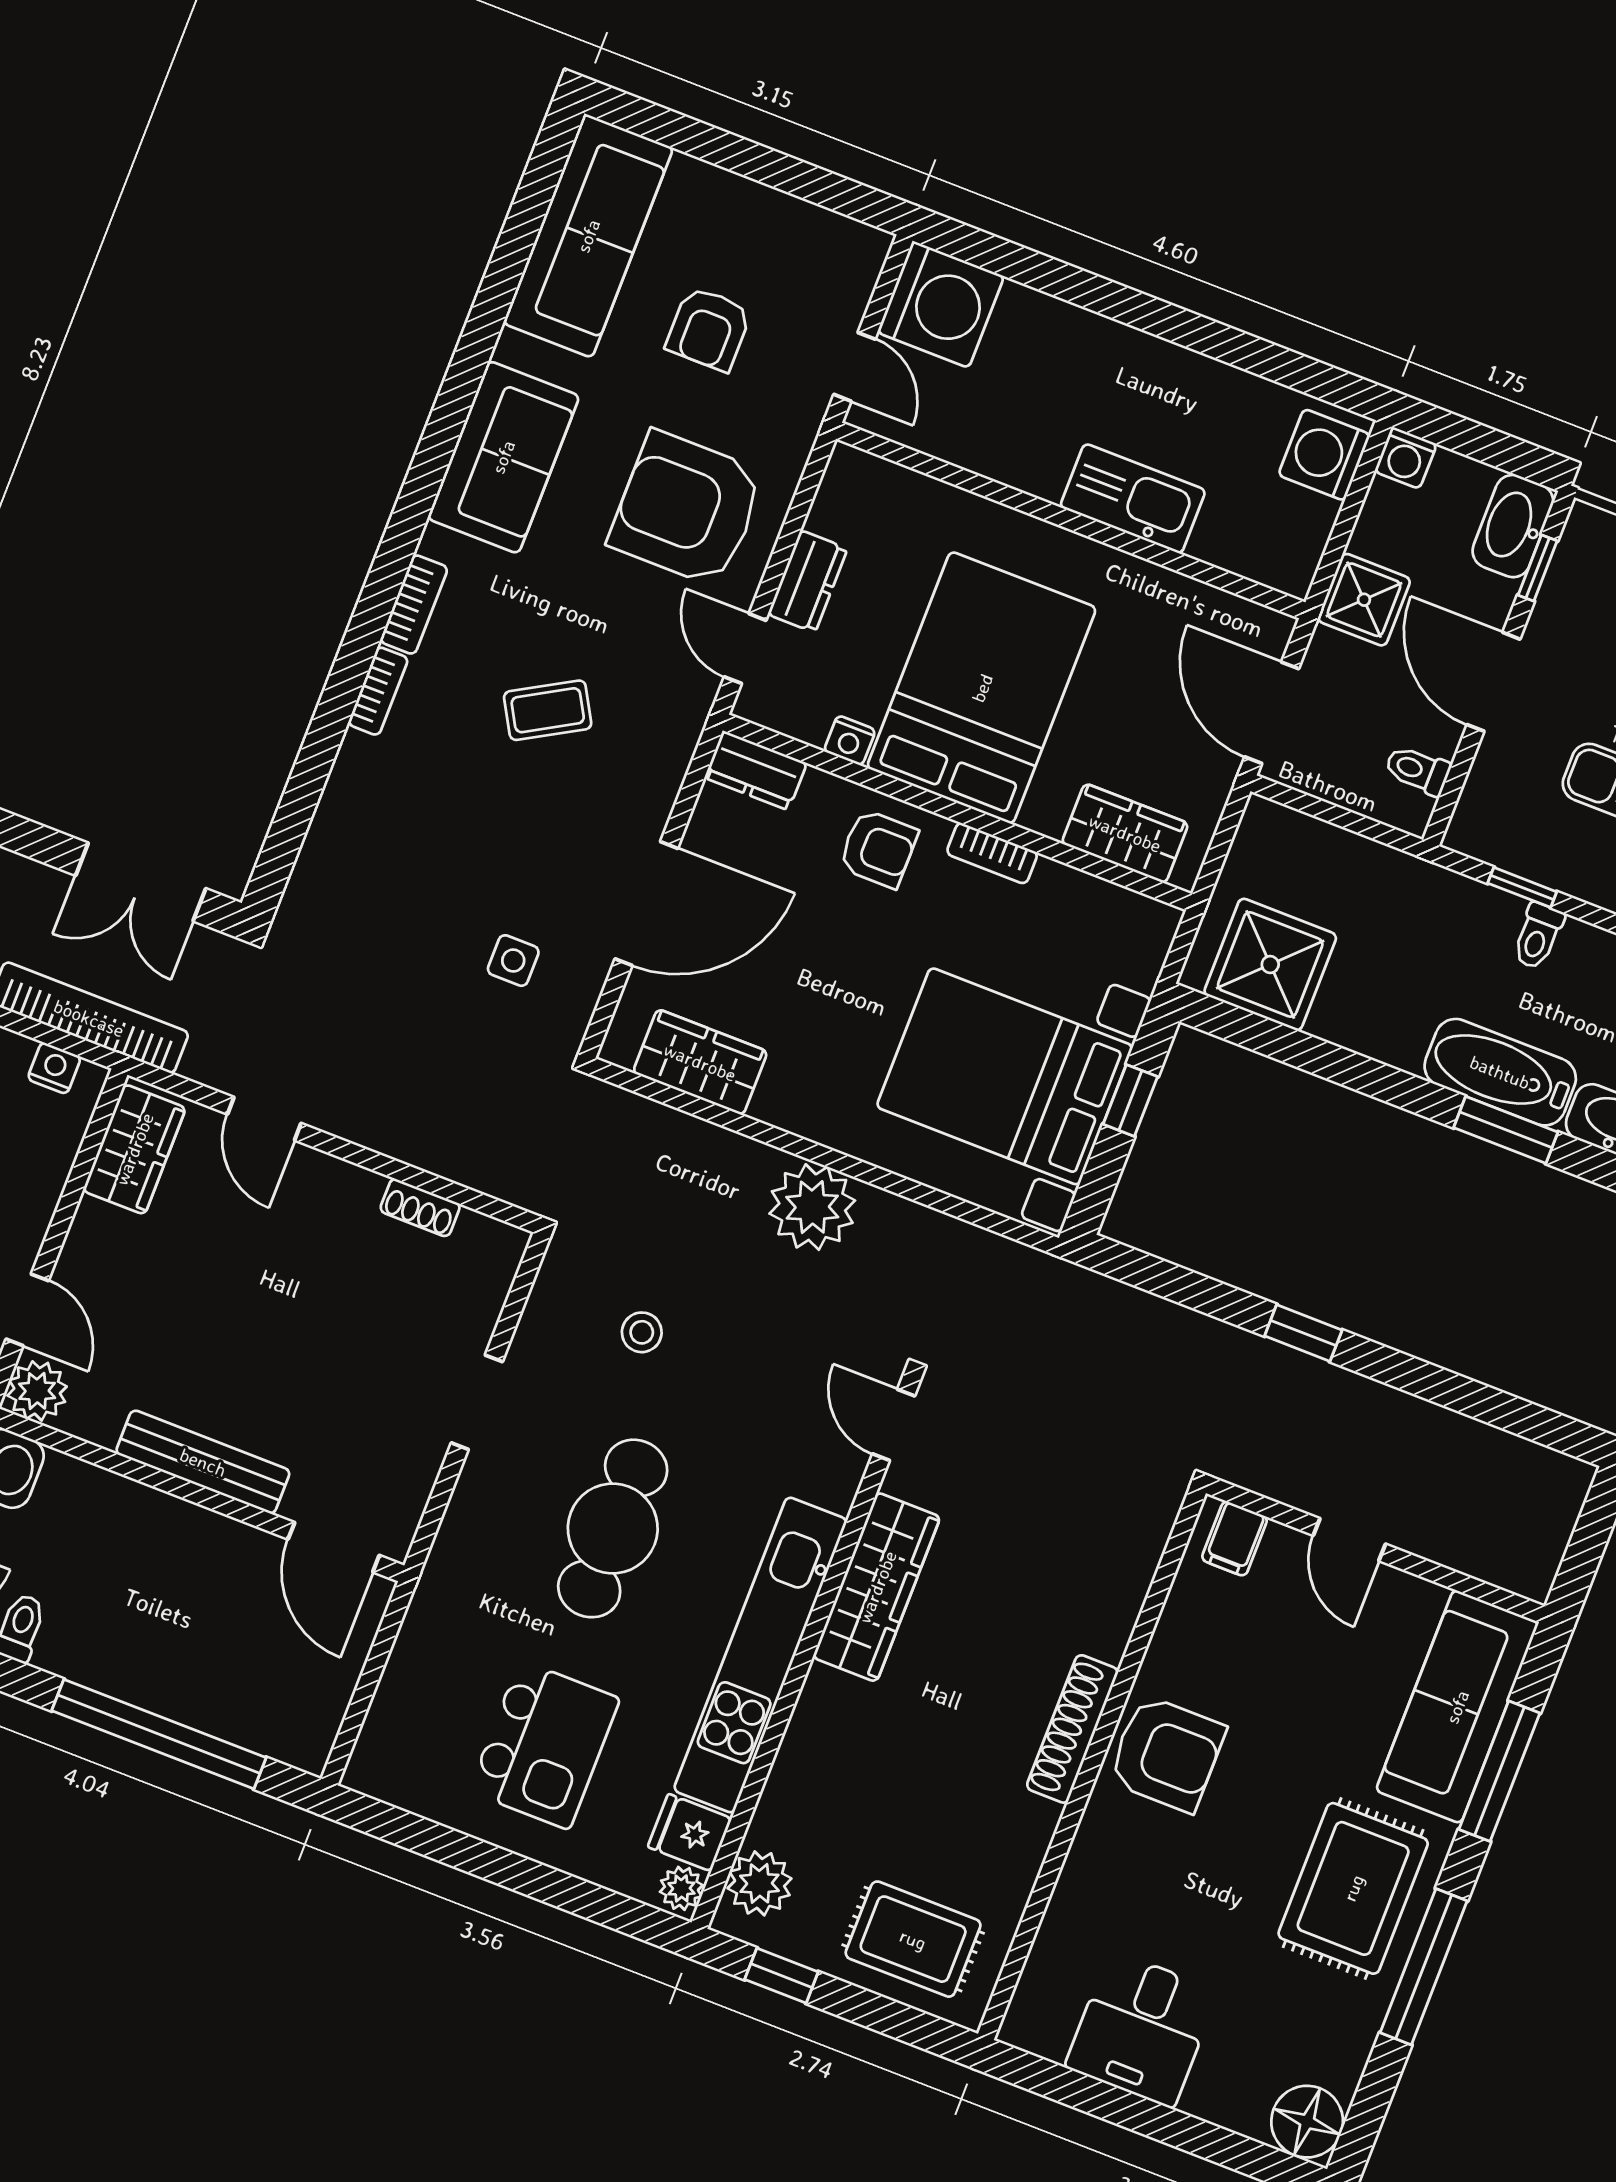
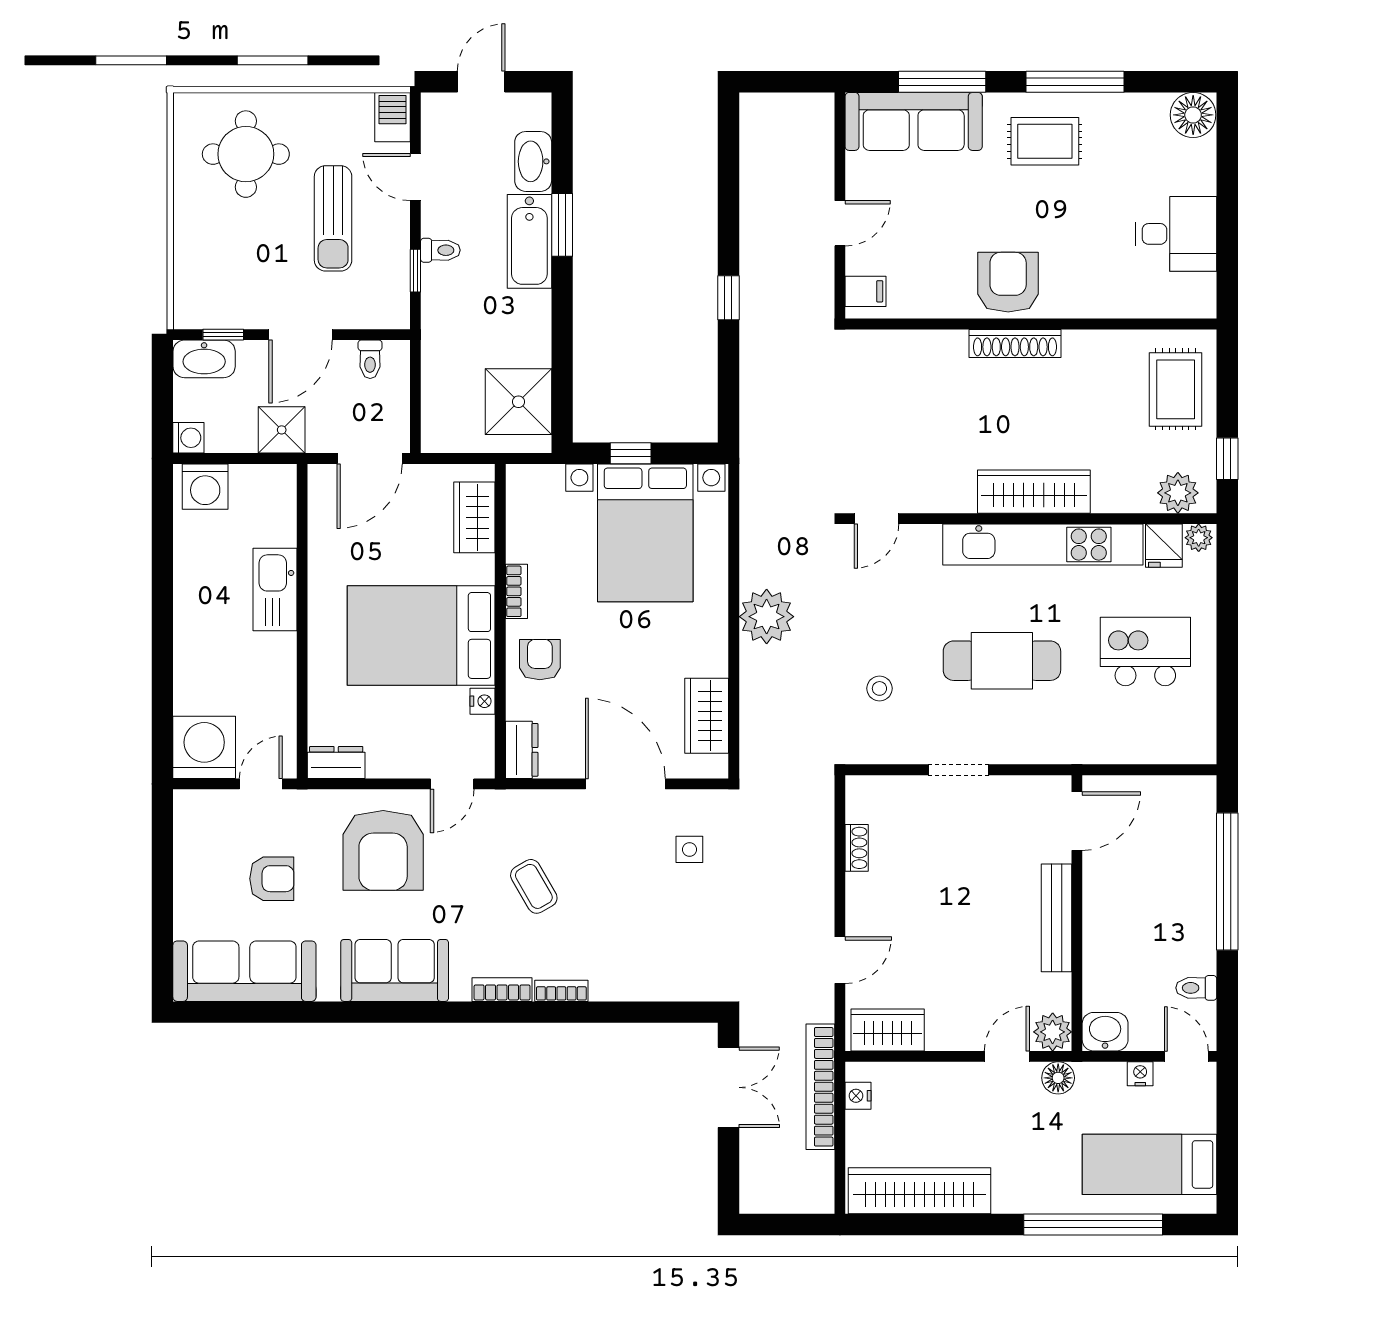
dresser: (808, 581) -> (336, 762), moved
wardrobe: (877, 1587) -> (1034, 492), moved
rug: (1353, 1888) -> (1045, 141), width x0.73, depth x0.70

